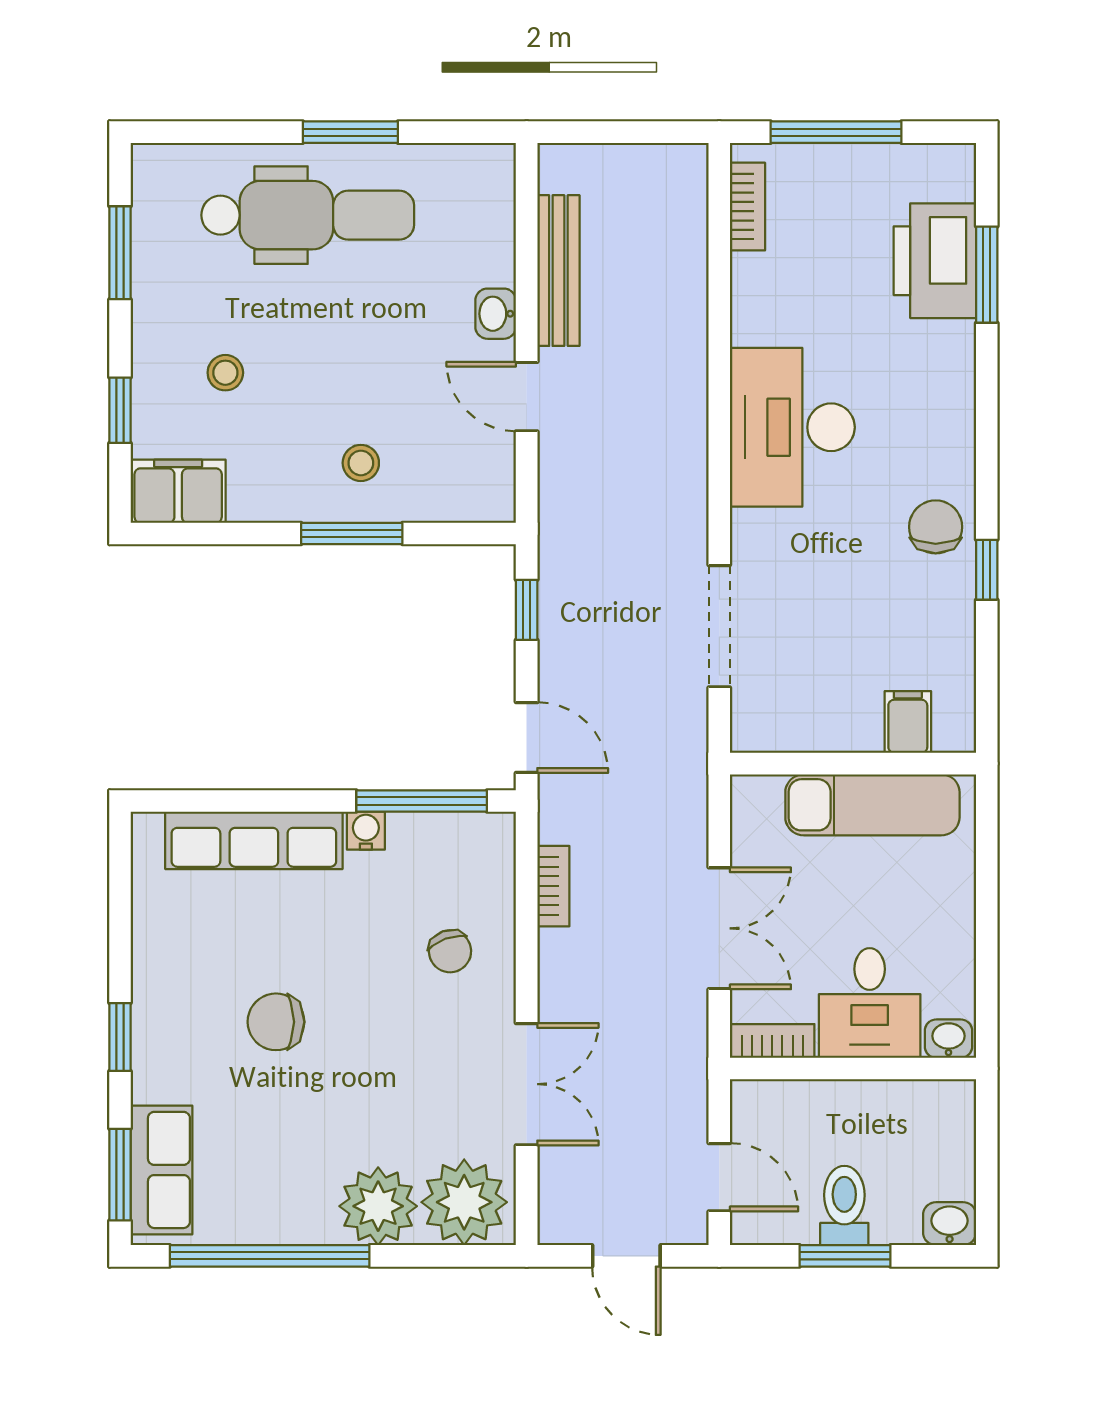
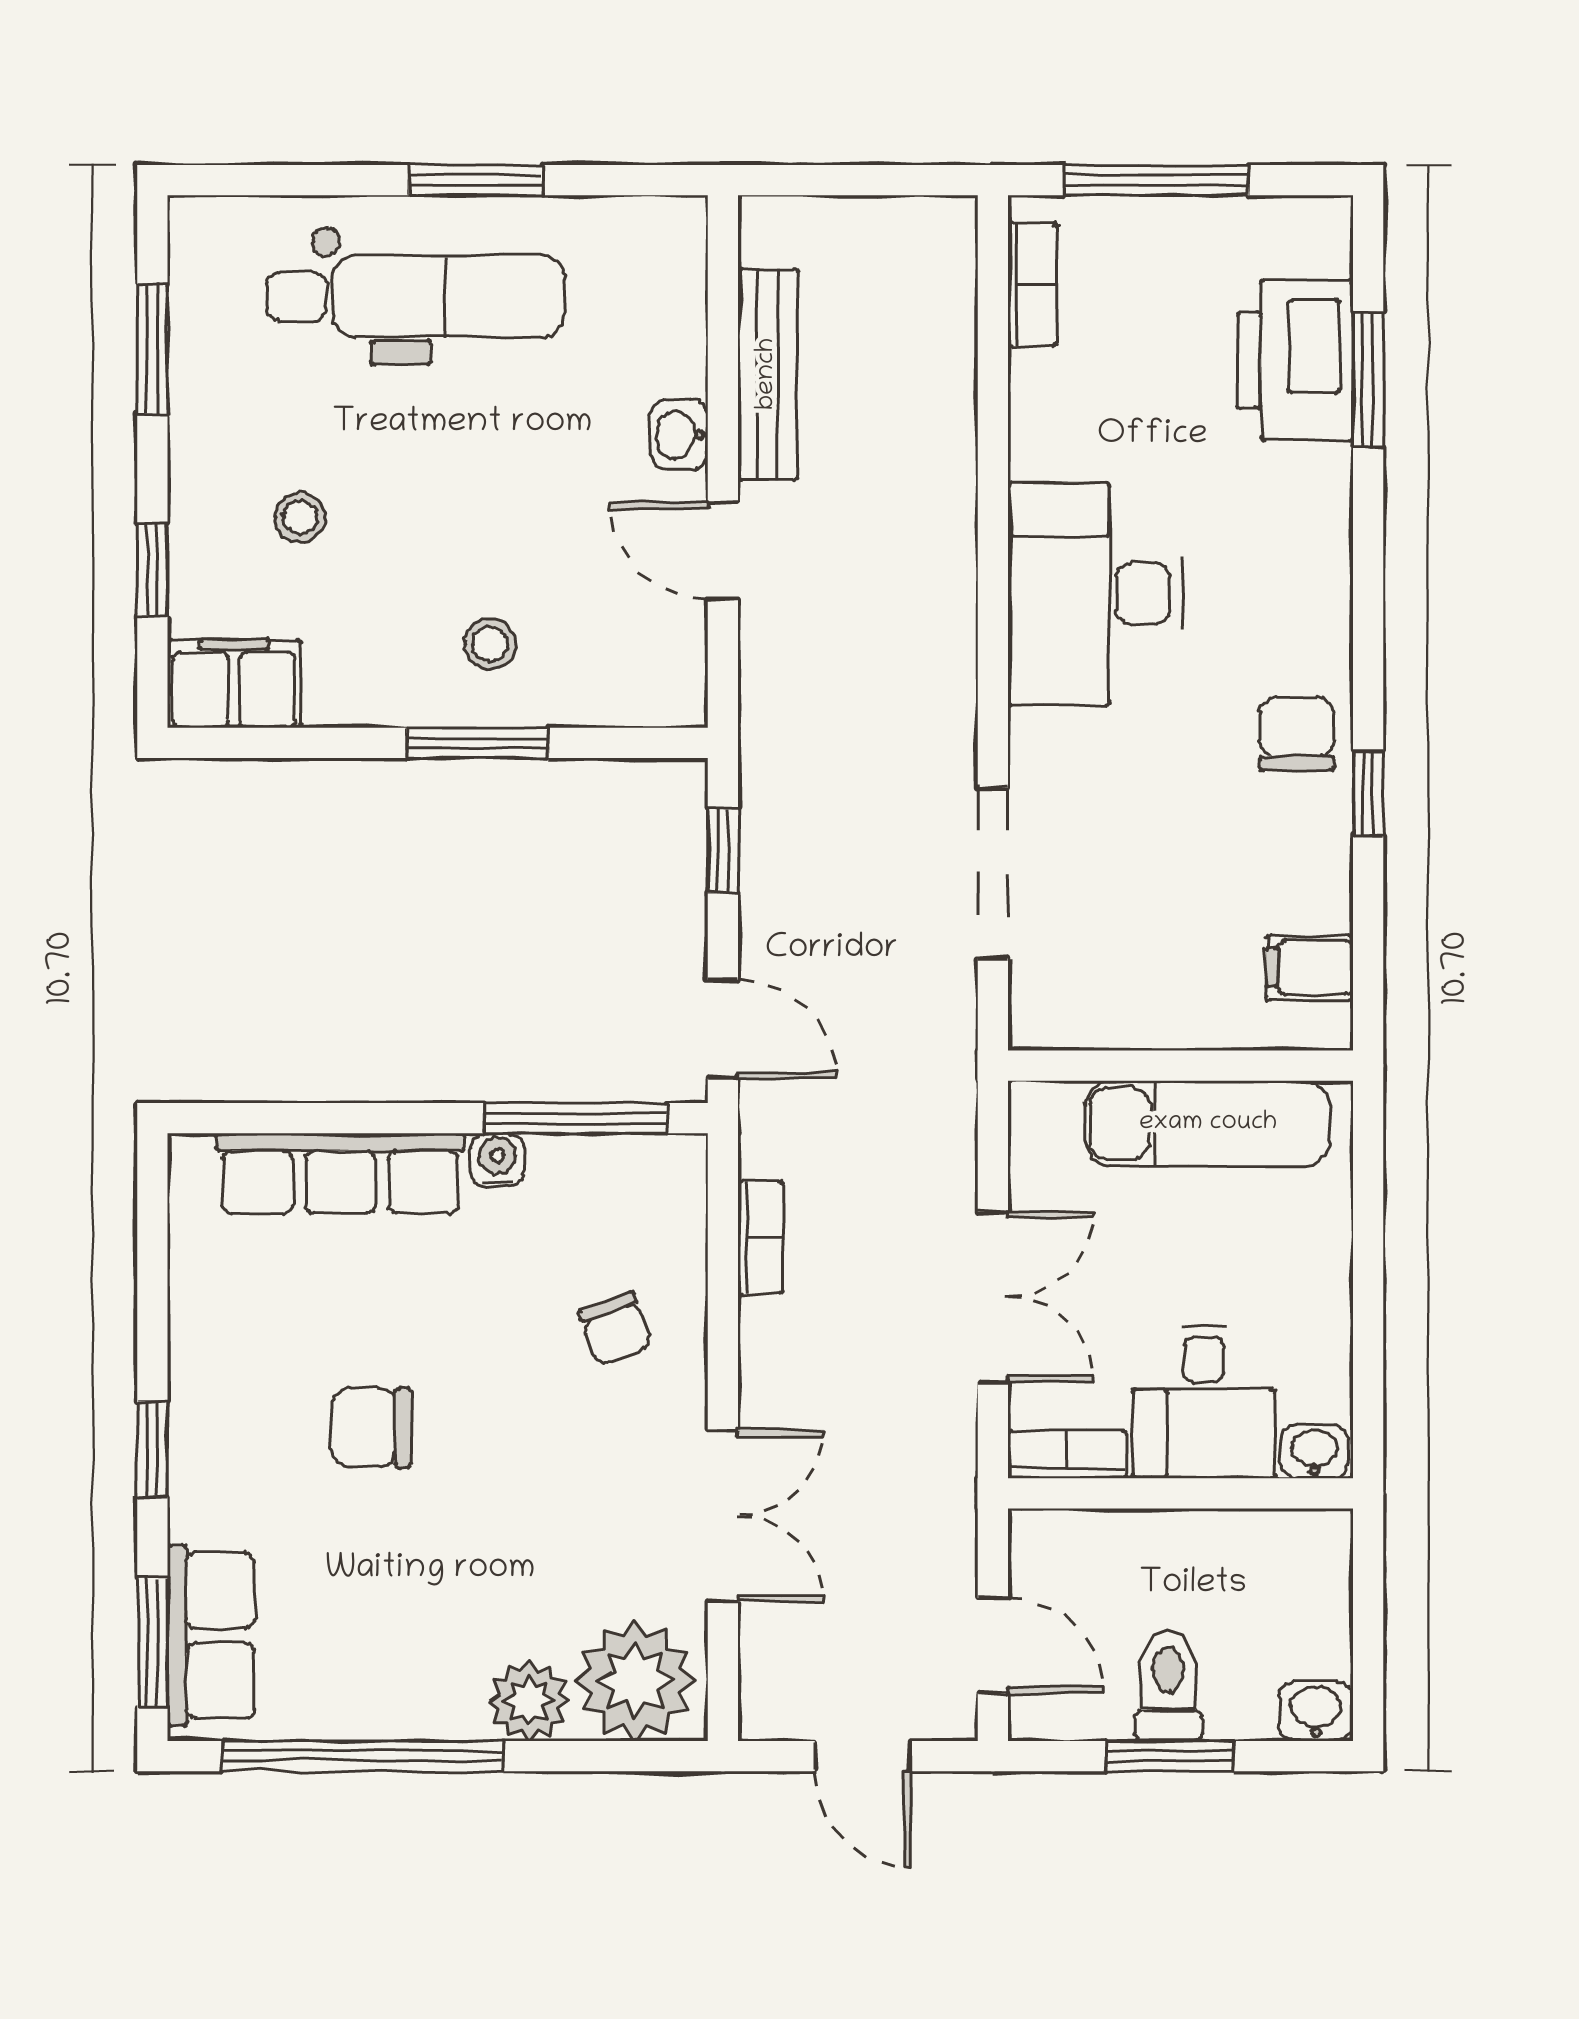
filing cabinet: (908, 722) -> (1310, 968), moved, turned -90
plant: (378, 1206) -> (529, 1701), width x0.73, depth x0.73

